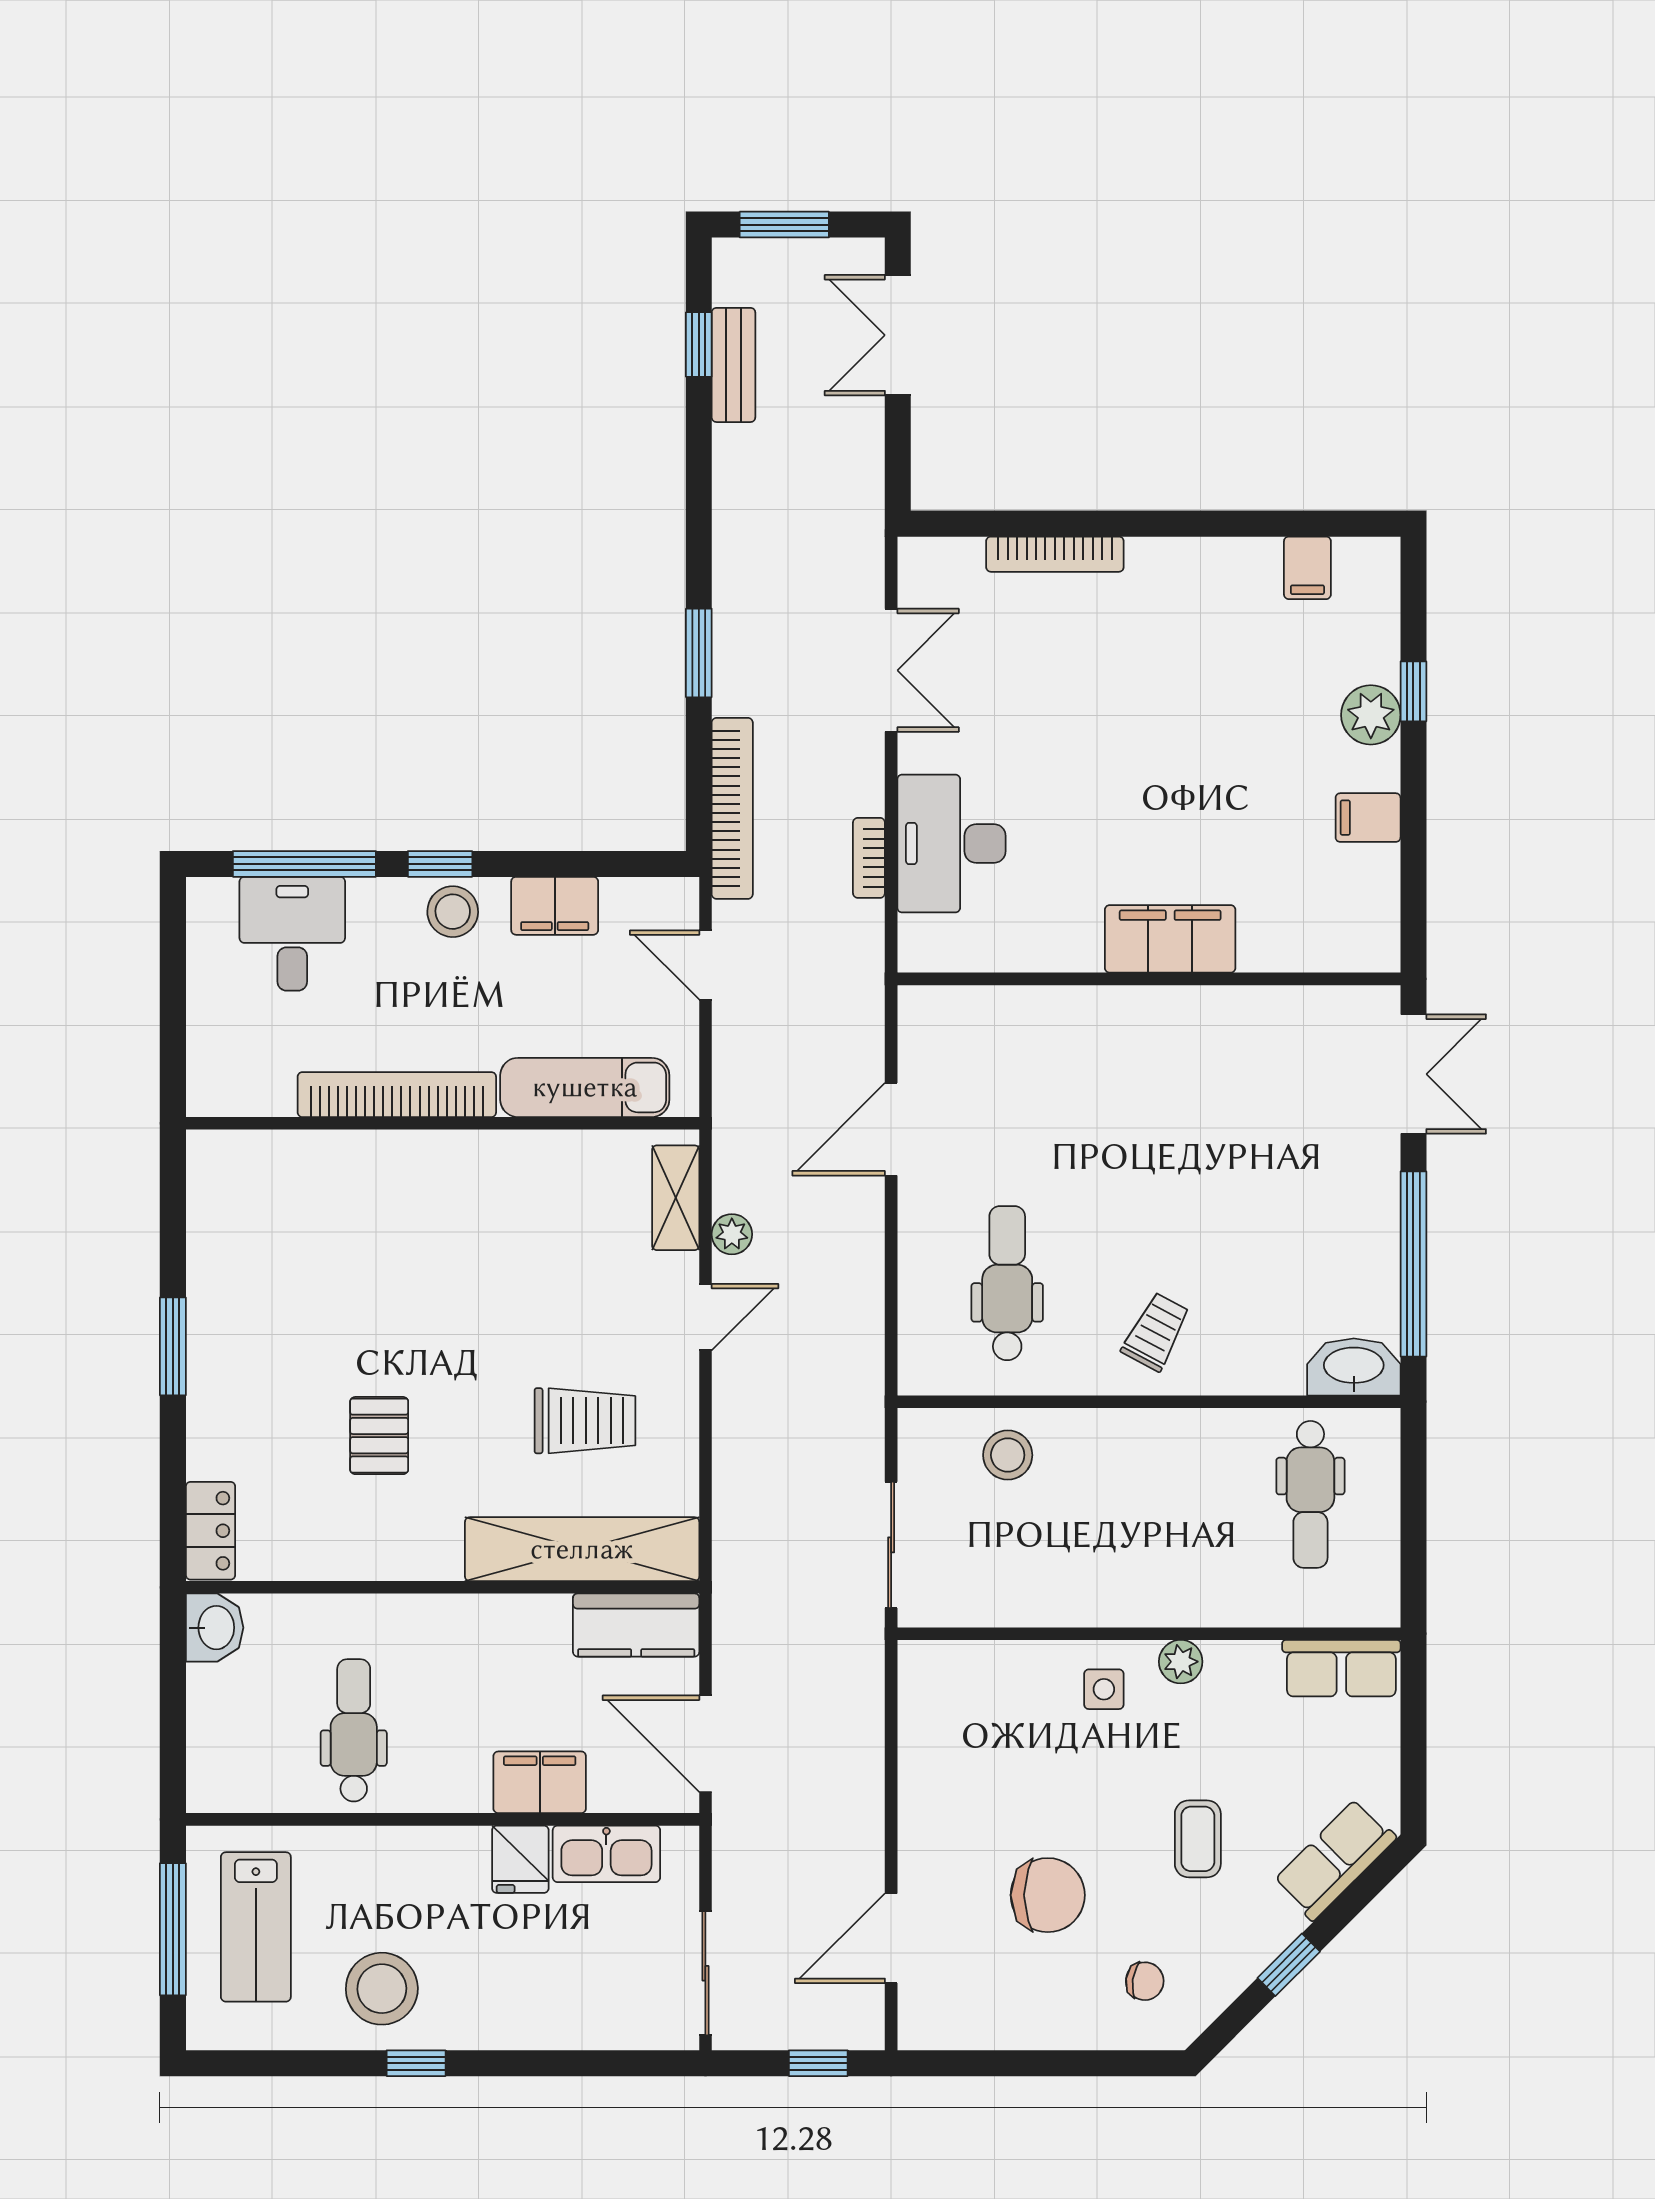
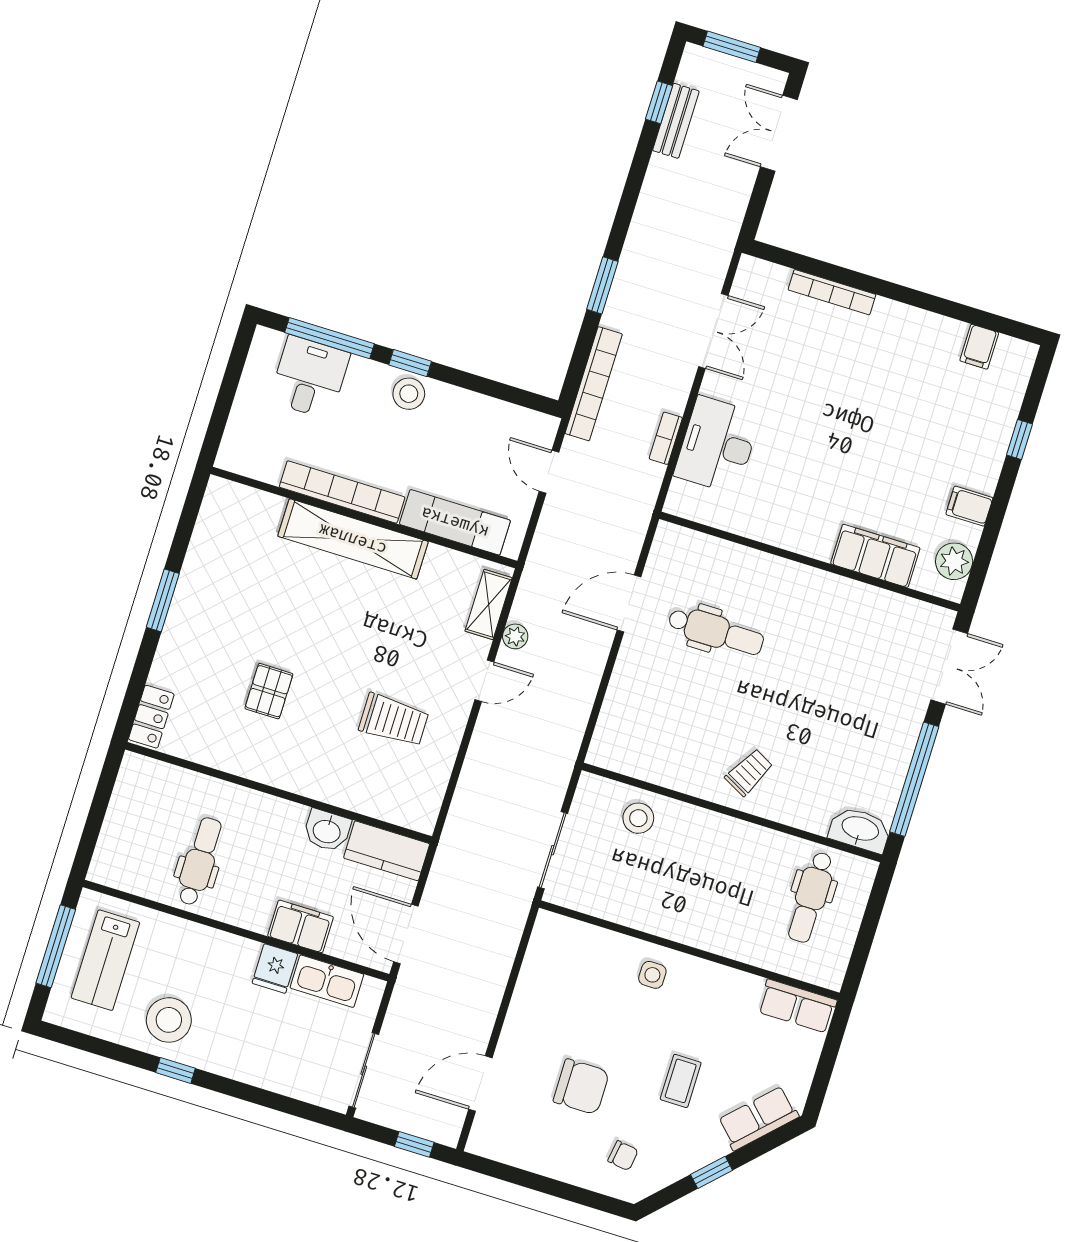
plant: (1371, 715) -> (954, 561), moved
filing cabinet: (555, 906) -> (470, 409), removed
filing cabinet: (1170, 939) -> (875, 556), moved
dental chair: (1007, 1283) -> (716, 631), moved, turned 90
shelving: (582, 1549) -> (353, 539), moved
washbasin: (215, 1628) -> (327, 831), moved, turned 90
plant: (1181, 1662) -> (703, 973), removed

